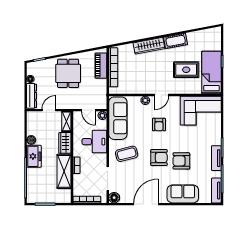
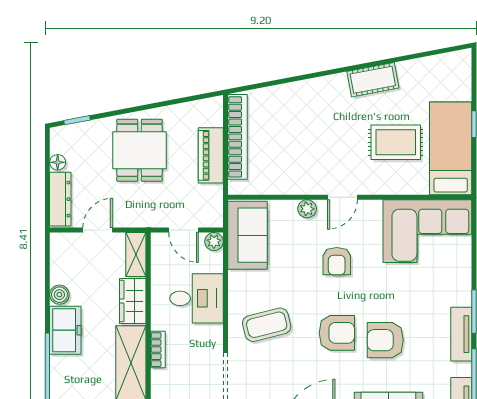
wardrobe: (149, 46) -> (315, 90), removed
piano: (101, 66) -> (211, 155), moved
sofa: (118, 118) -> (248, 235), width x0.73

